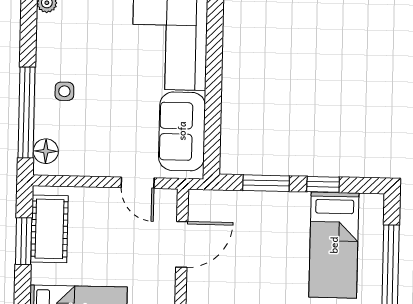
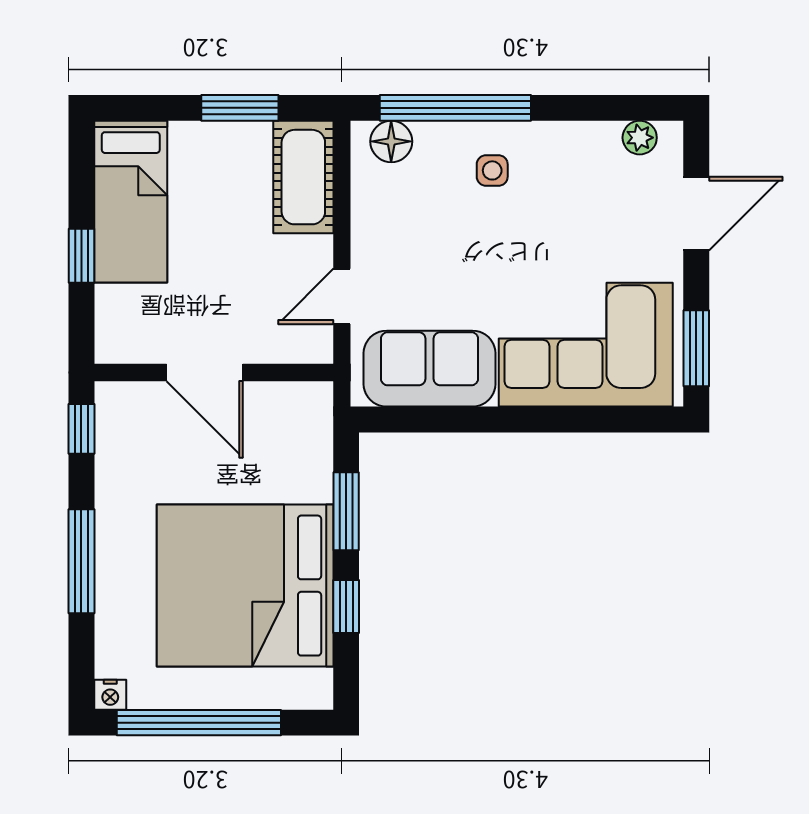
cot: (49, 229) -> (303, 177), moved, turned 90
door: (182, 244) -> (205, 373), moved
bed: (334, 245) -> (245, 586), width x2.04

